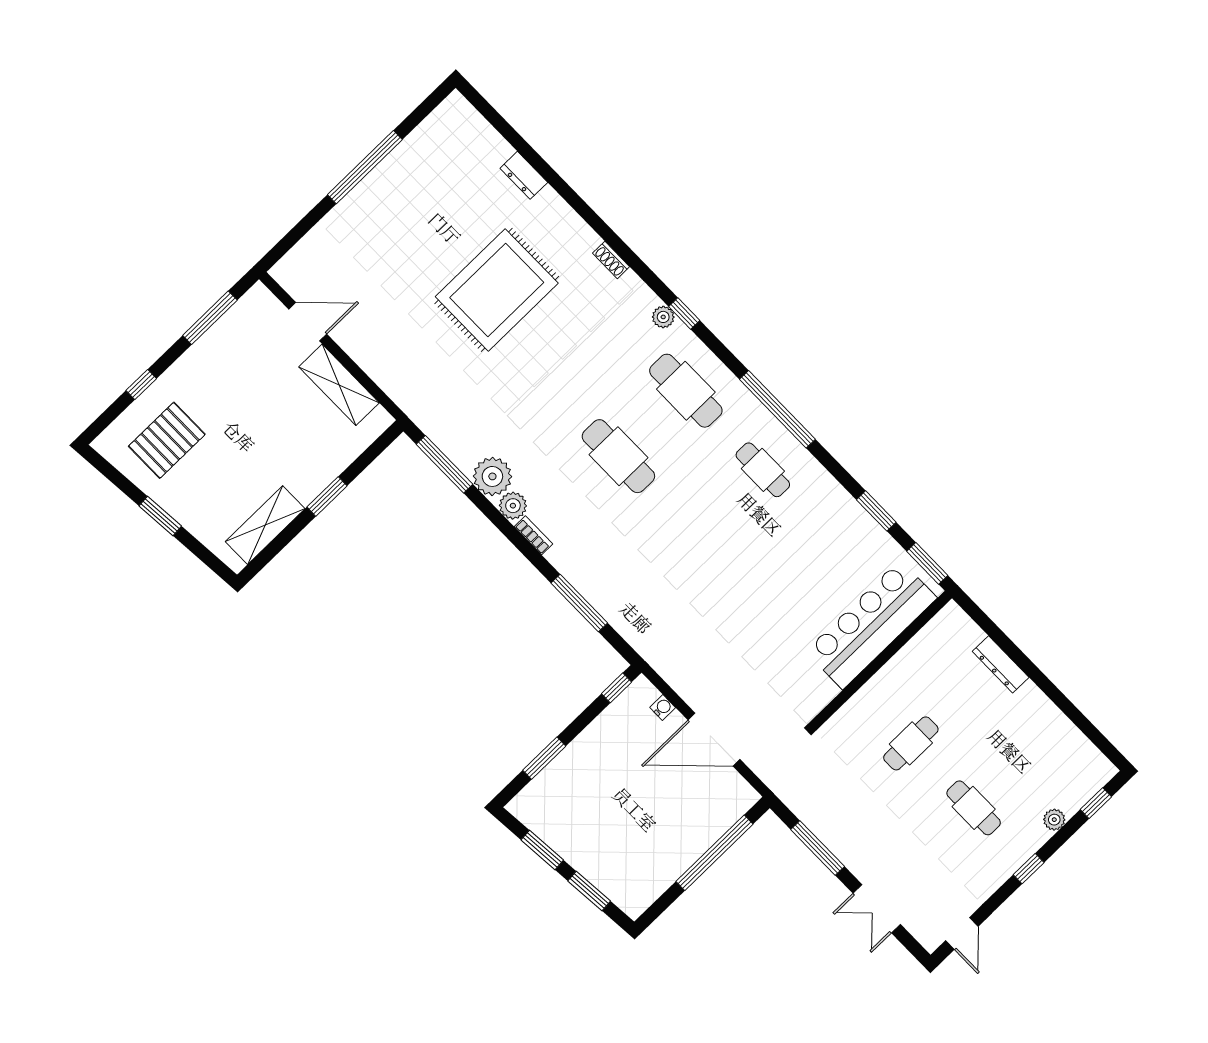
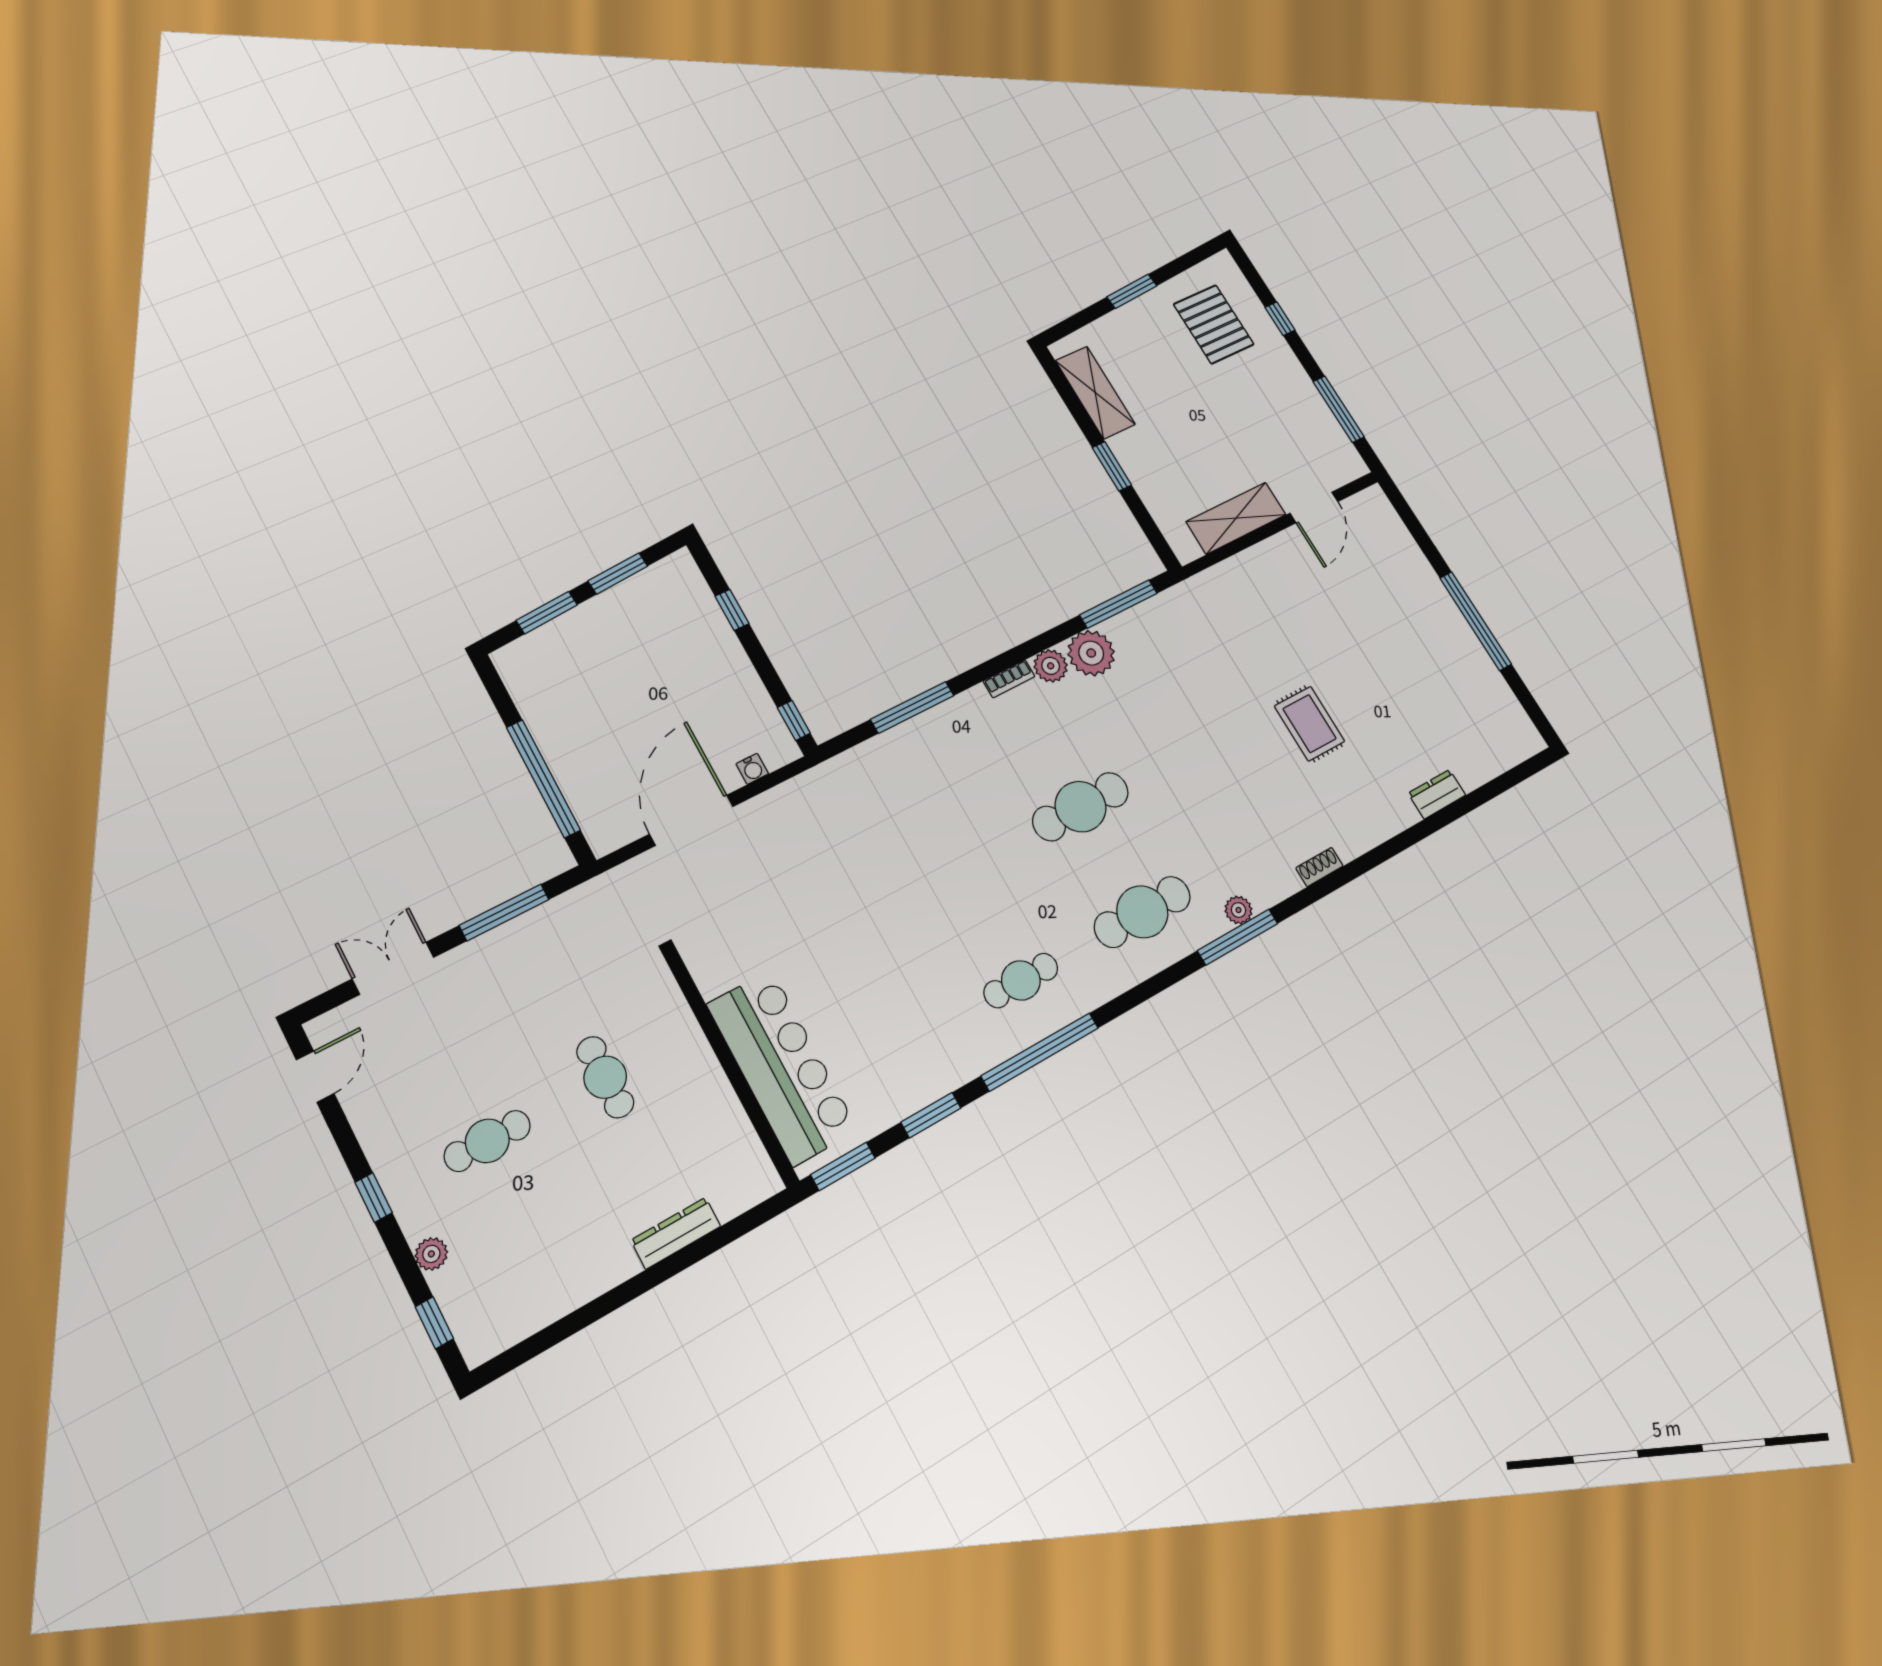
rug: (497, 290) -> (1309, 724), width x0.54, depth x0.49
window: (684, 313) -> (1238, 937), width x2.17
window: (777, 409) -> (1040, 1052), moved
window: (544, 758) -> (732, 610), width x0.67
door: (962, 933) -> (315, 1077), swing flipped

